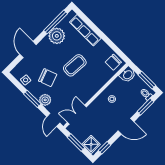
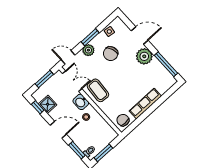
row of seats: (85, 30) -> (145, 104), moved
plant: (57, 36) -> (144, 56), moved
coffee table: (75, 65) -> (98, 90), moved
washbasin: (128, 75) -> (81, 102), moved
door: (126, 126) -> (58, 130), swing flipped
shower: (91, 144) -> (48, 104), moved

